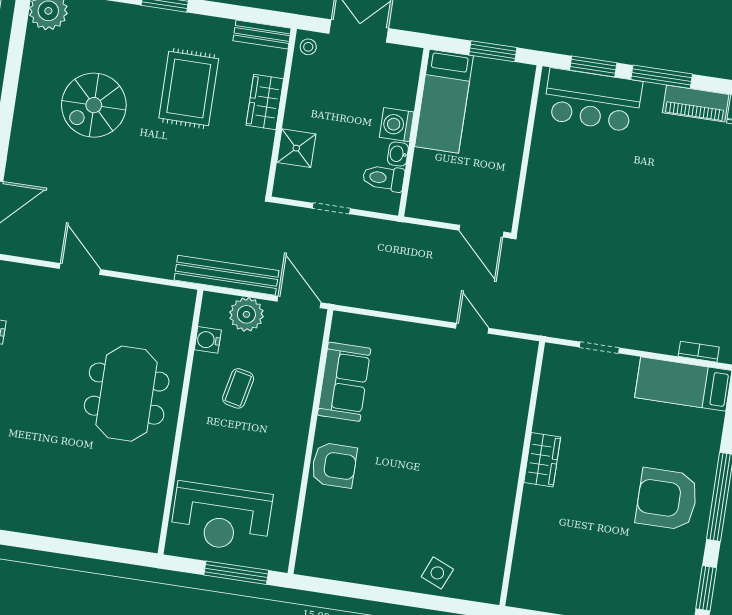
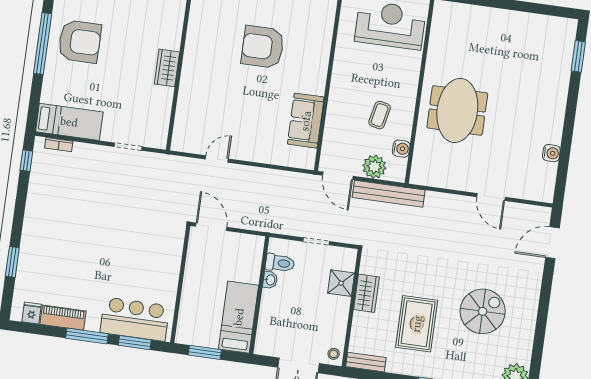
wardrobe: (265, 102) -> (366, 293), moved
washing machine: (397, 125) -> (271, 300), removed
door: (472, 328) -> (217, 159), swing flipped
armchair: (334, 465) -> (263, 47), moved, width x1.36, depth x1.36

